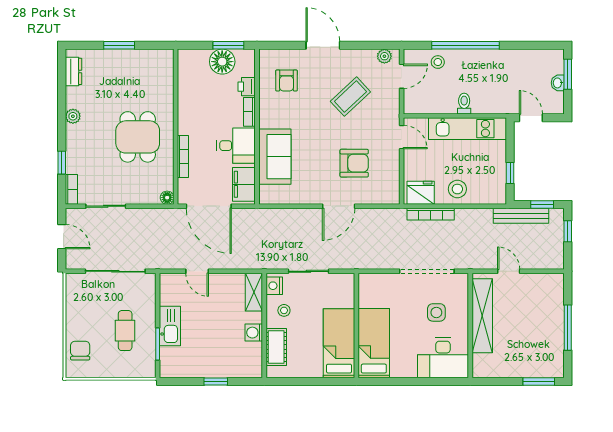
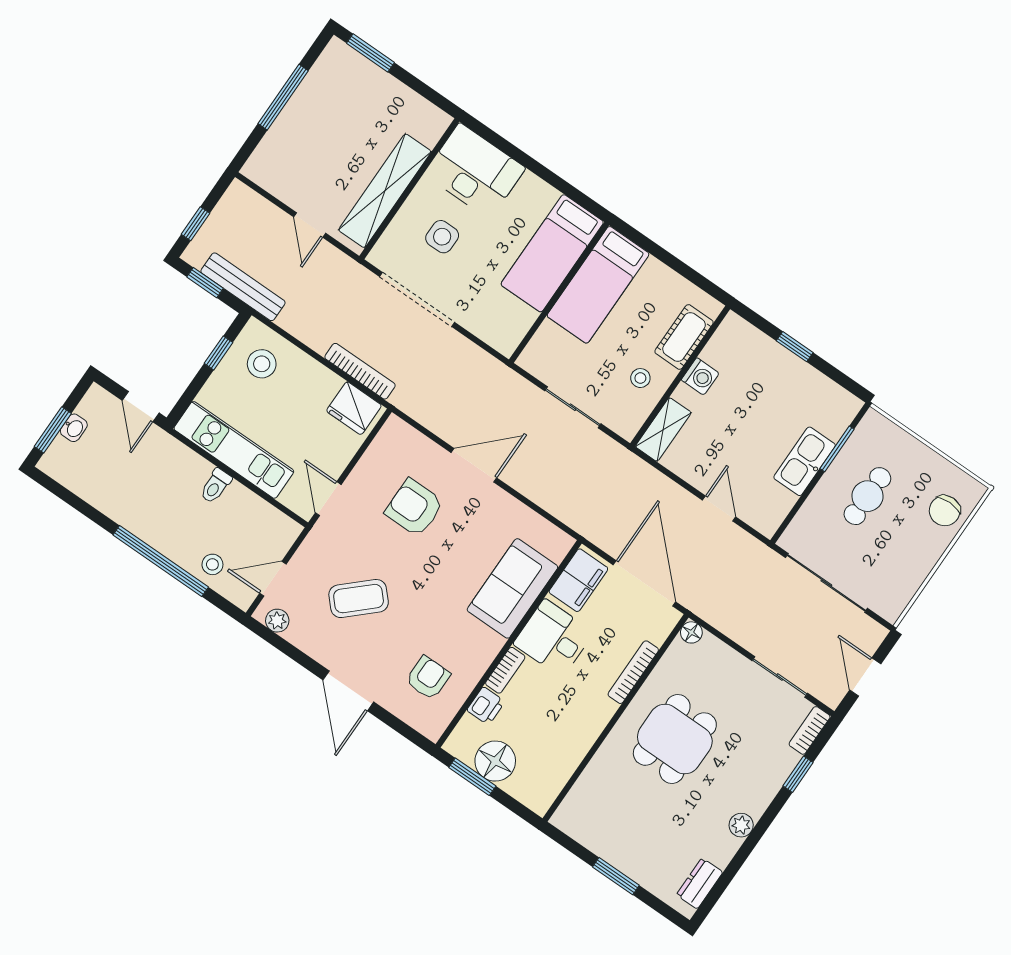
stool: (457, 189) -> (262, 364), moved
nightstand: (274, 286) -> (631, 419), removed

